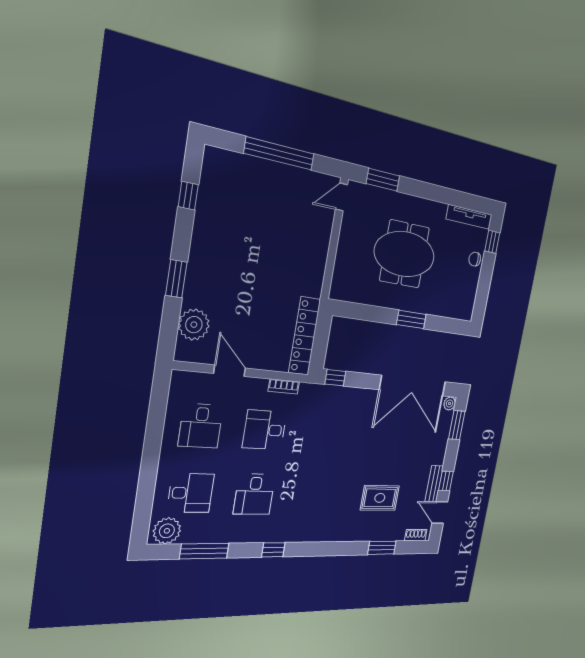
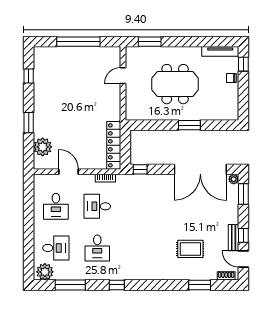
door: (341, 197) -> (123, 76), moved

